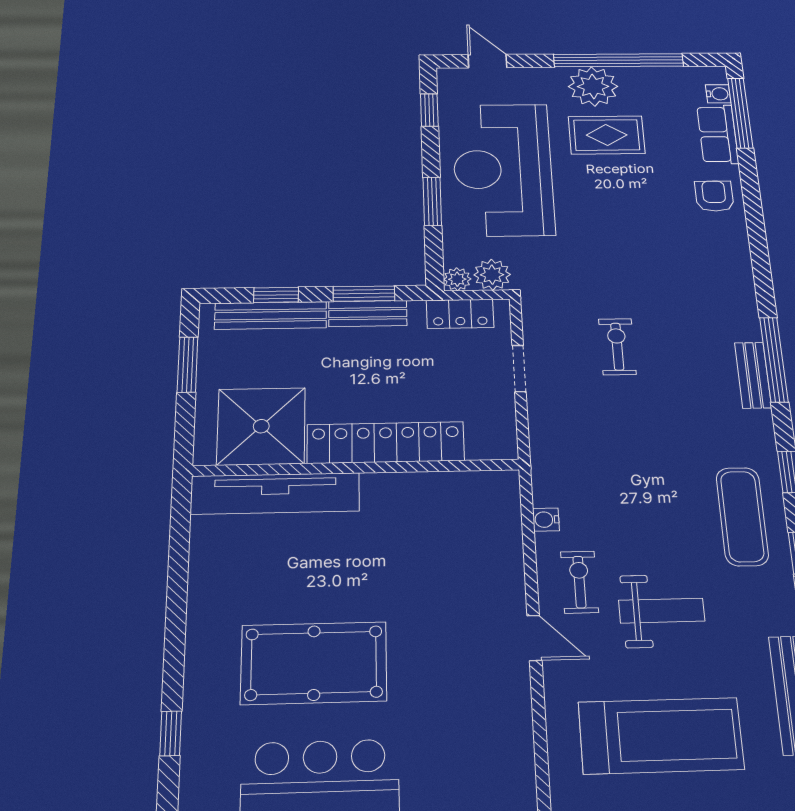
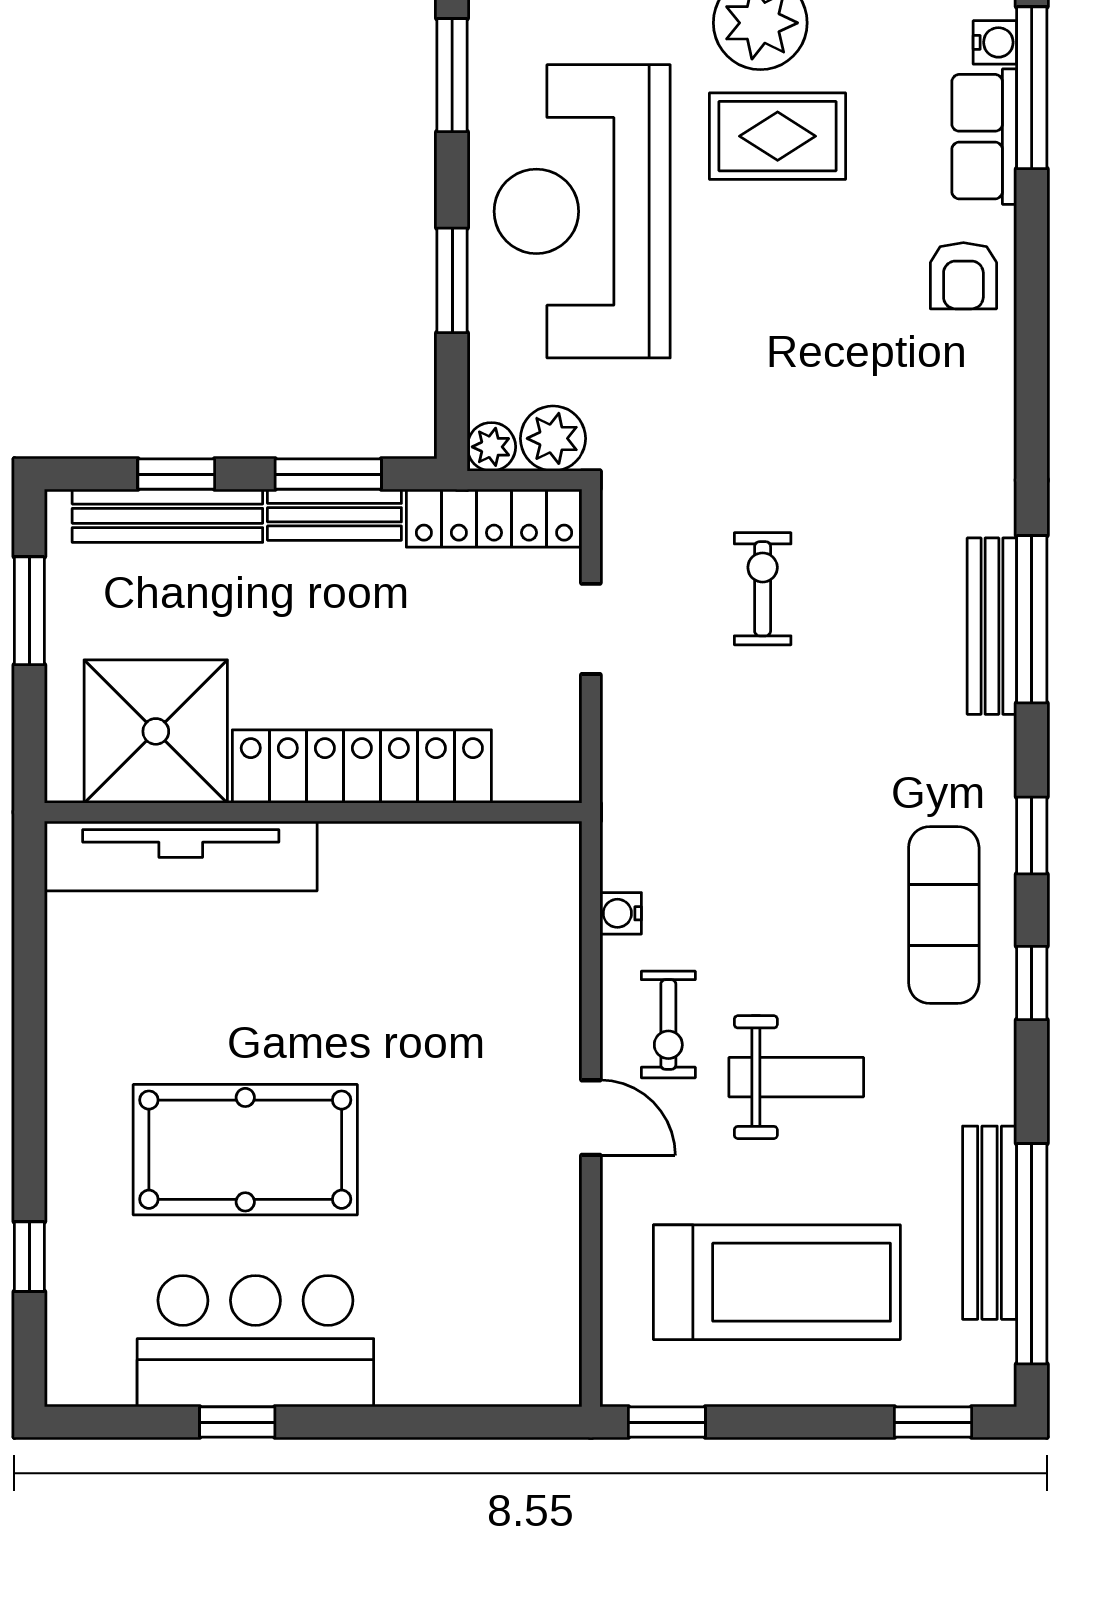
window: (429, 110) -> (452, 75), width x1.50
armchair: (714, 196) -> (963, 276), turned 180
locker: (460, 314) -> (494, 518), width x1.53
bench: (753, 375) -> (992, 626), width x1.36
exercise bike: (579, 582) -> (668, 1024), turned 180

